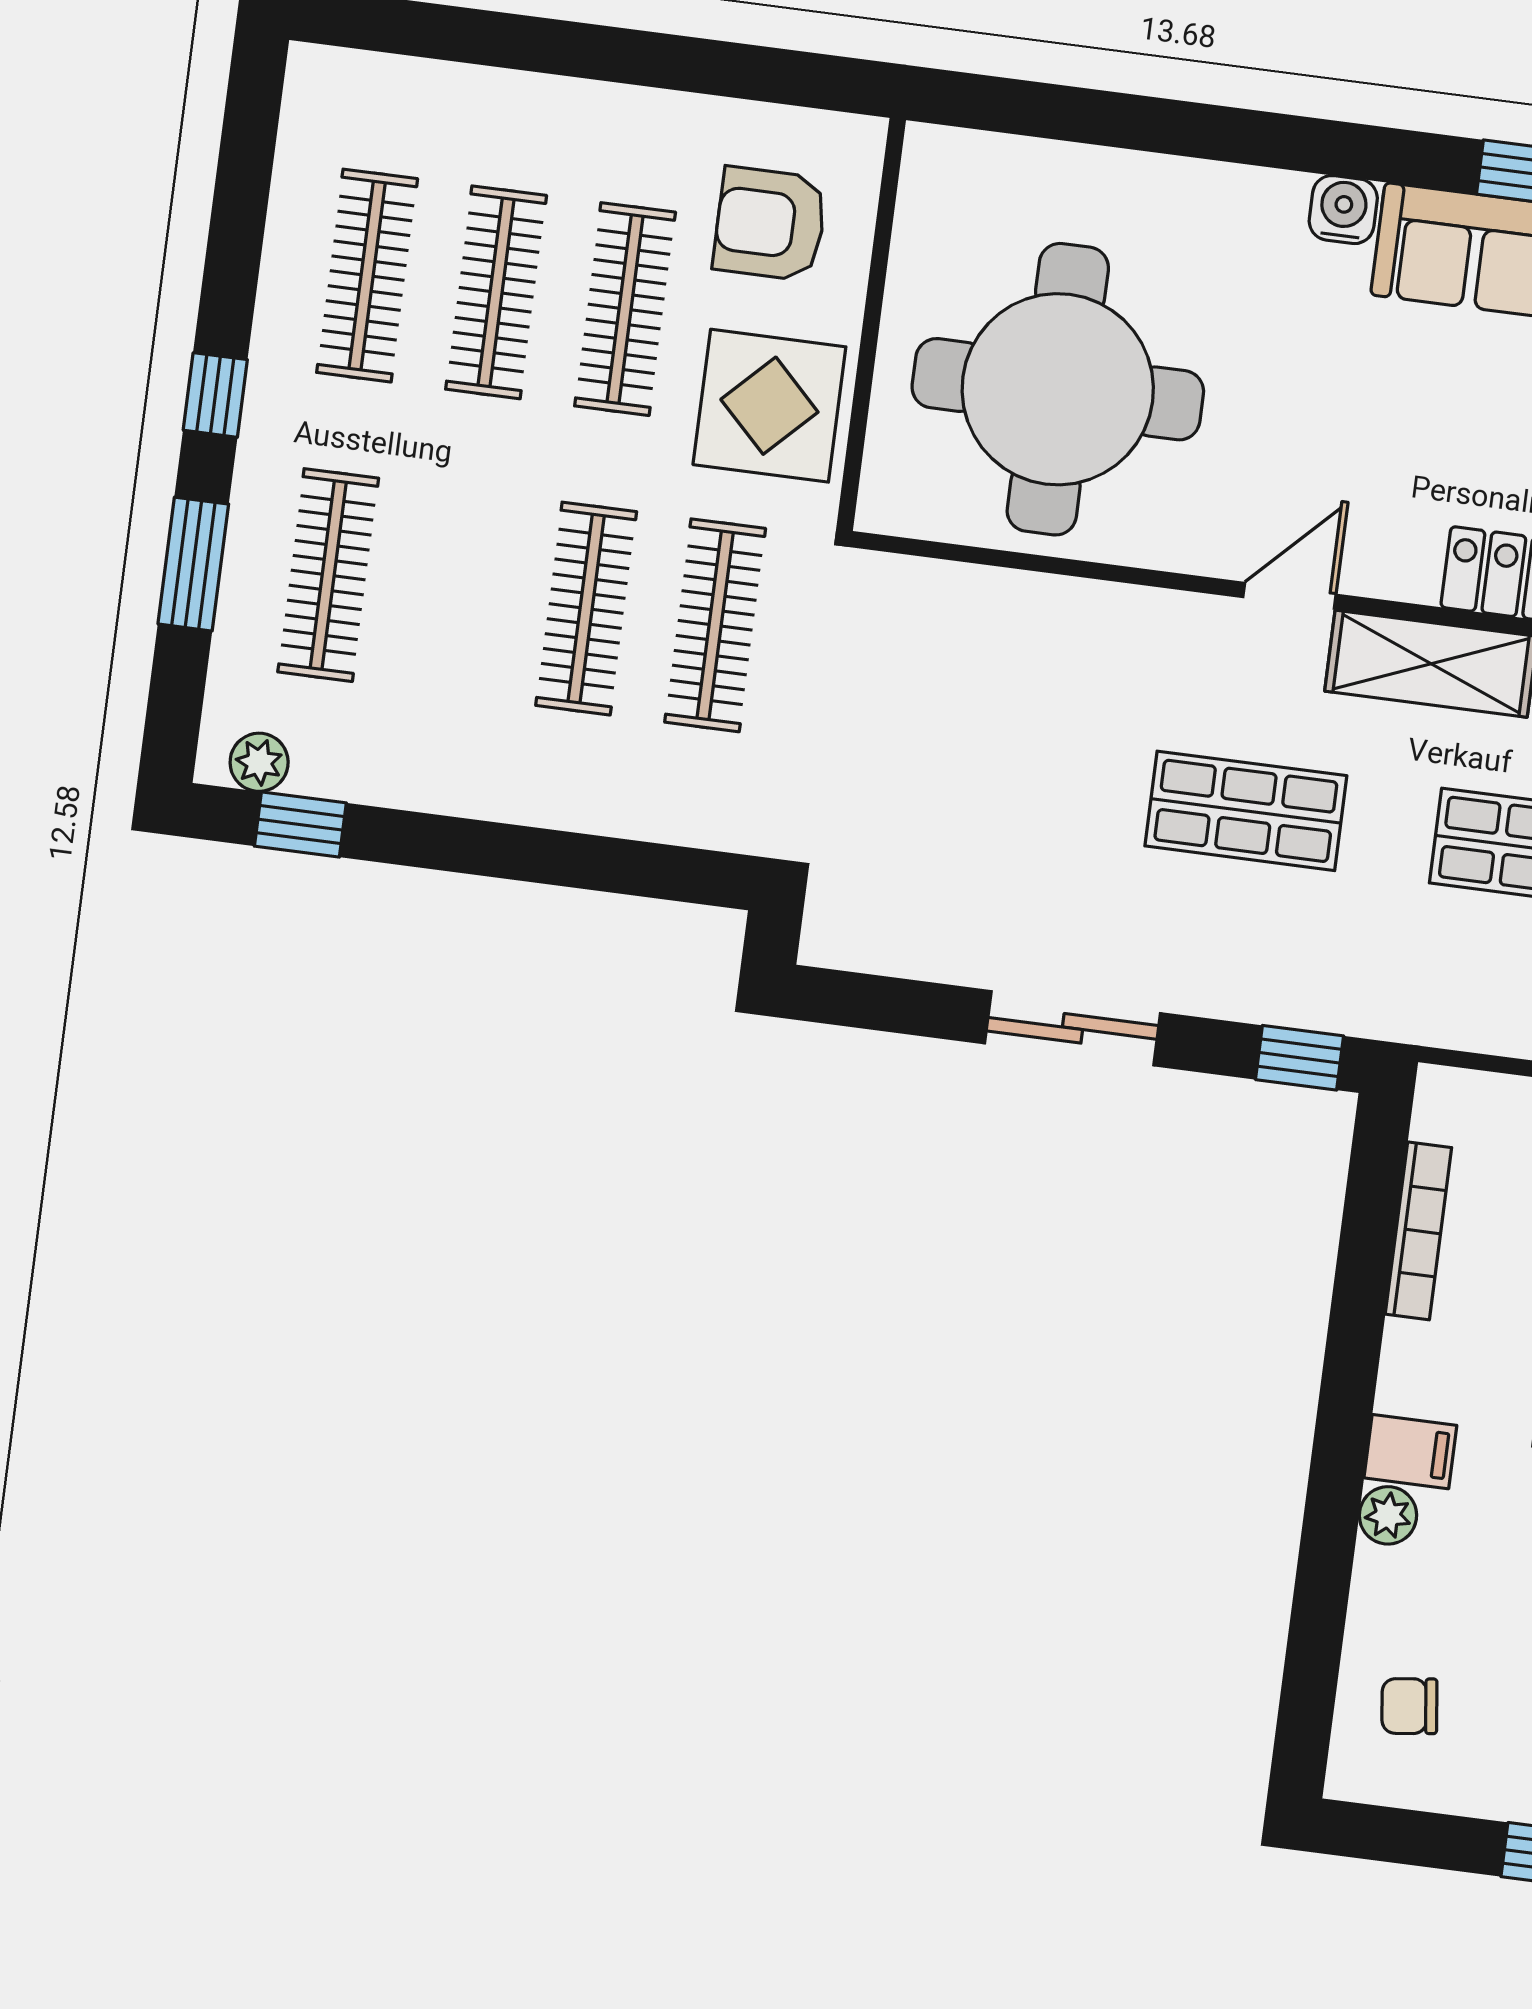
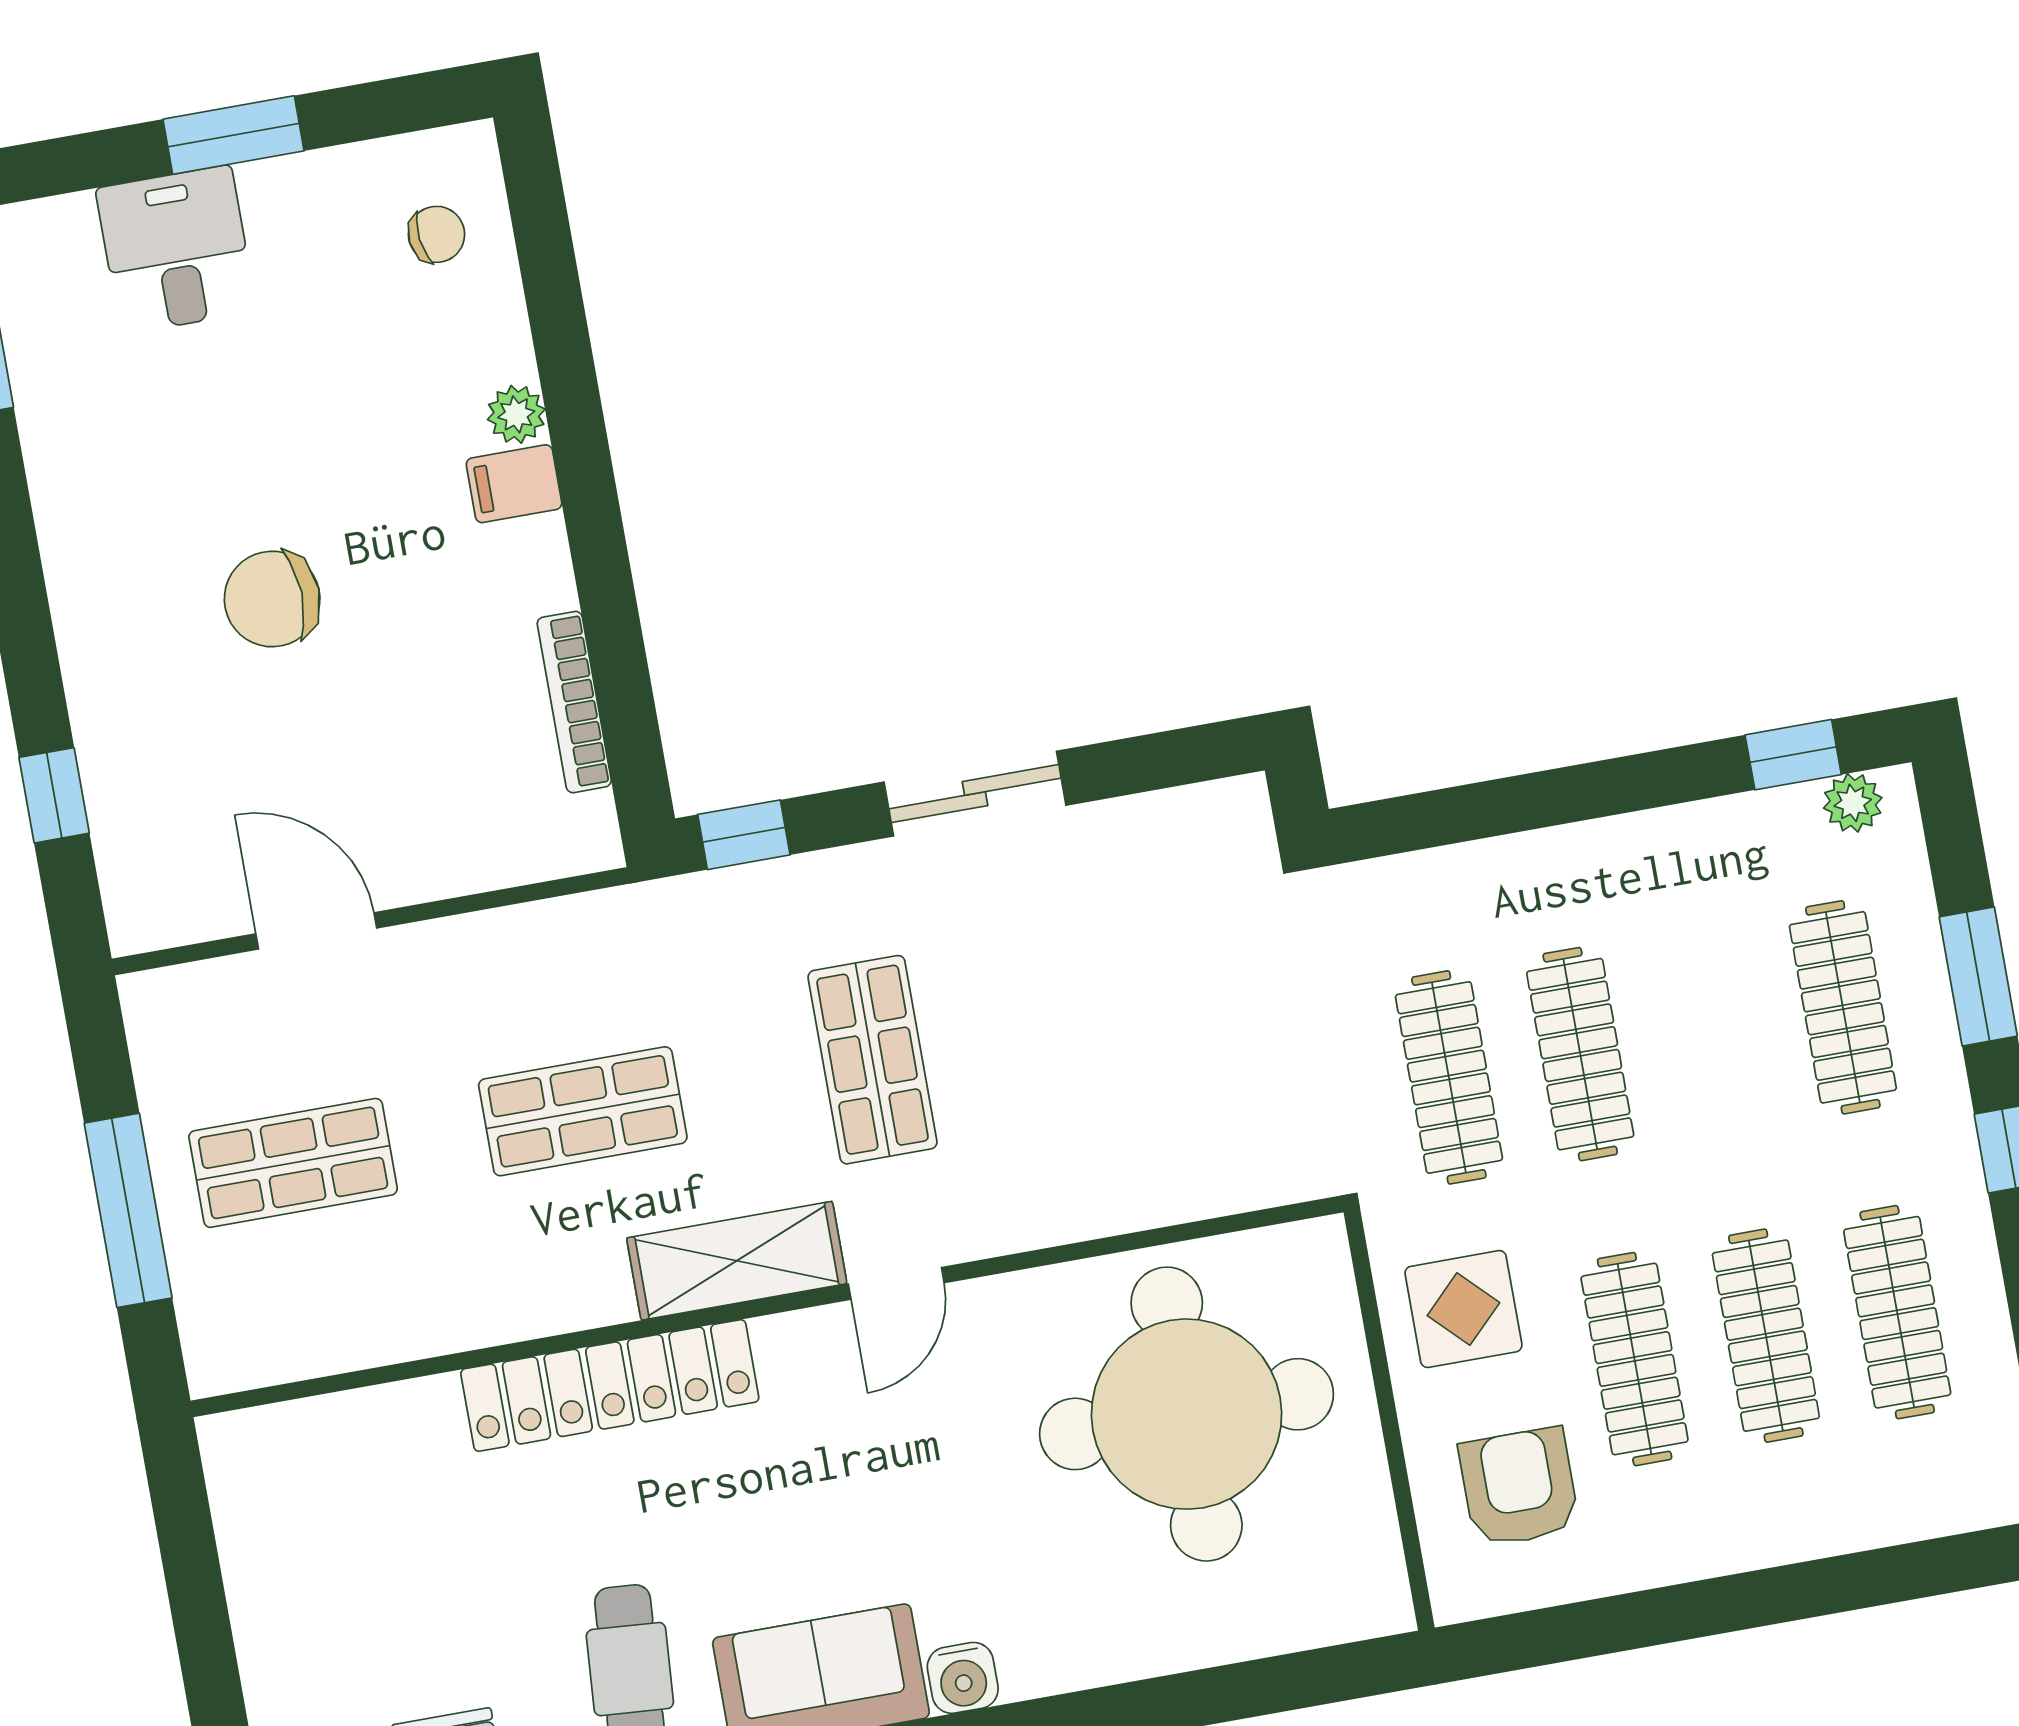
armchair: (770, 224) -> (1519, 1487), turned -90
display table: (769, 406) -> (1463, 1309), width x0.73, depth x0.73
shop shelf: (1246, 811) -> (873, 1060), turned 90

